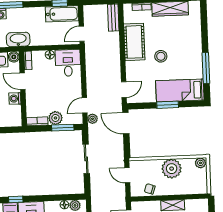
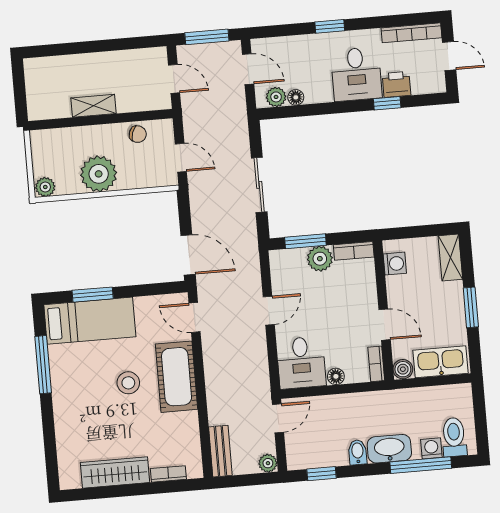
bidet: (40, 14) -> (358, 452), added
bathtub: (62, 14) -> (317, 454), removed
washbasin: (18, 39) -> (389, 449), moved, turned 180
cot: (134, 42) -> (177, 377), moved
door: (124, 90) -> (195, 317), hinge flipped
washing machine: (15, 99) -> (395, 264), moved
door: (85, 105) -> (269, 311), moved
window: (168, 105) -> (93, 295), moved
plant: (93, 119) -> (268, 463), moved

